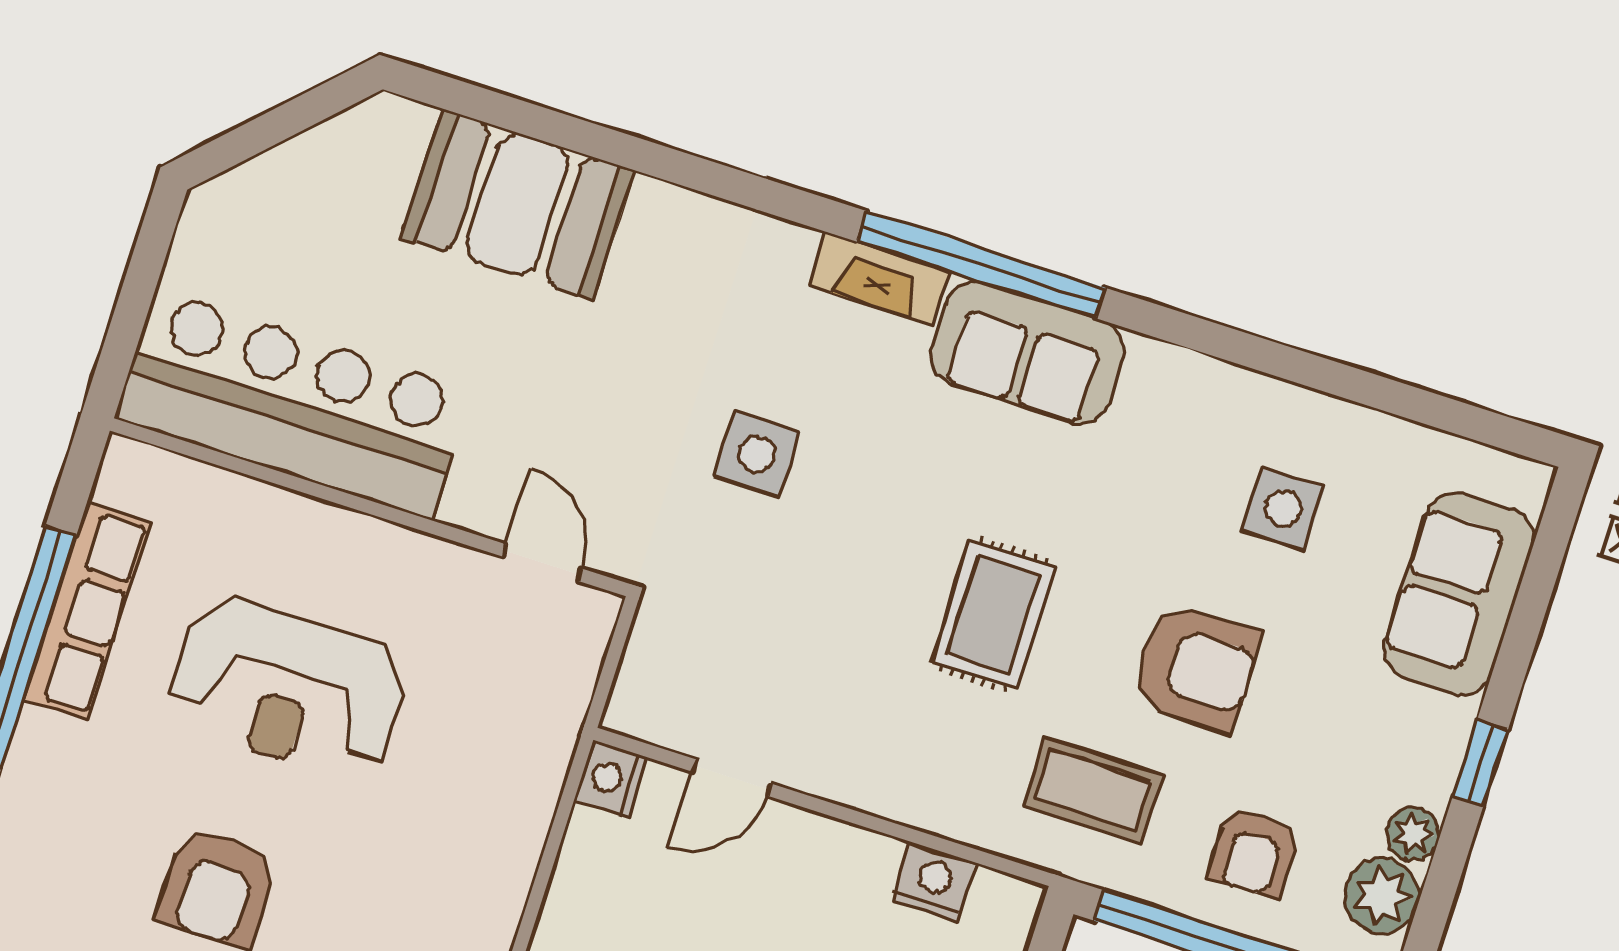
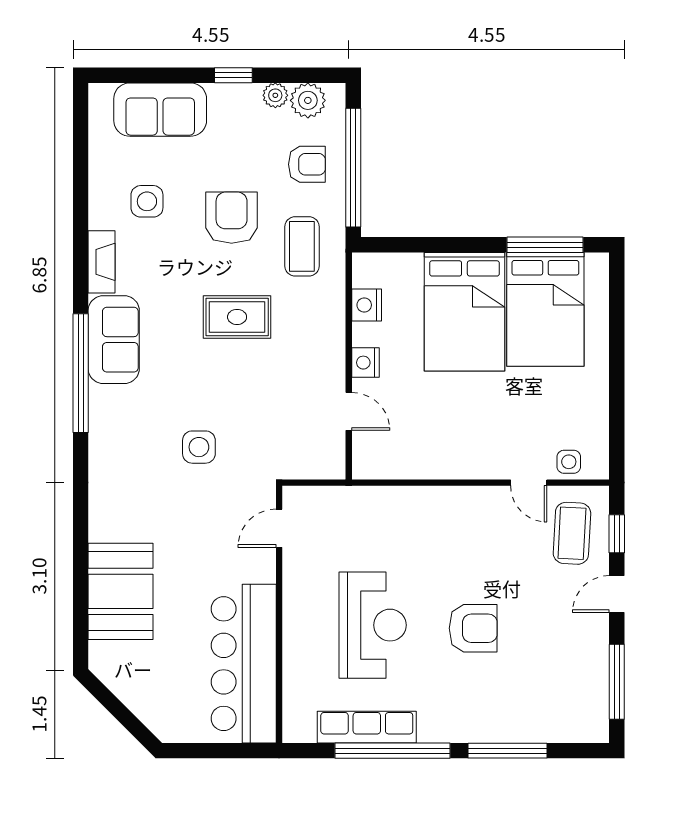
fireplace: (879, 278) -> (102, 262), moved
nightstand: (611, 779) -> (365, 363), moved, turned 90

